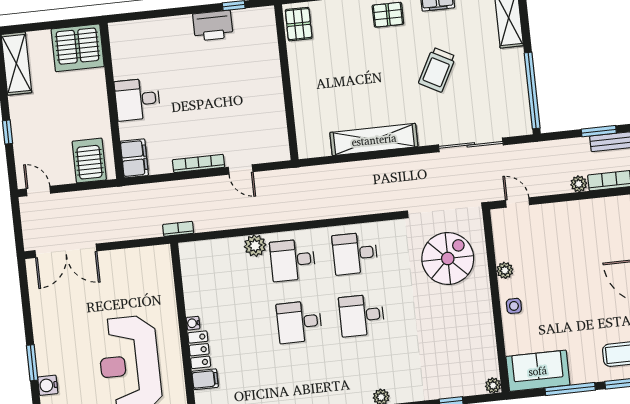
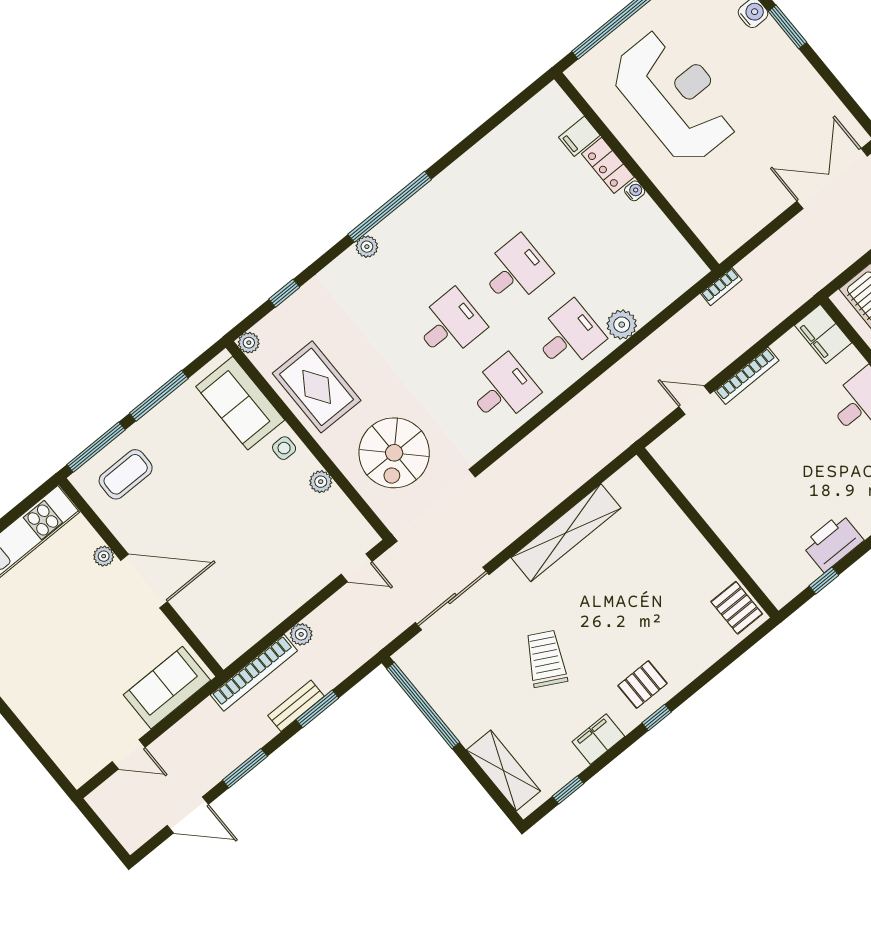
rug: (469, 331) -> (317, 387), added
sofa: (538, 371) -> (240, 403), moved, turned 90

